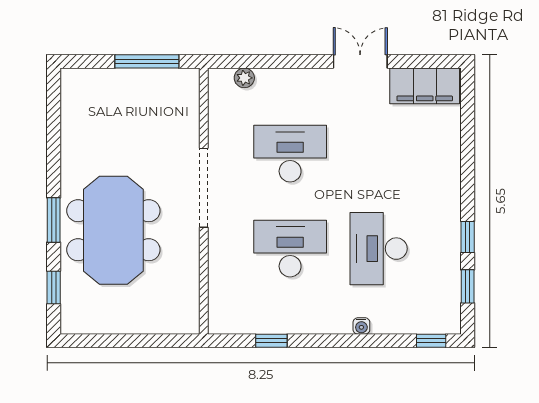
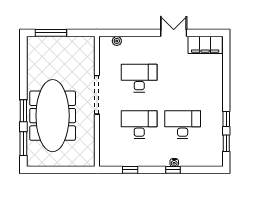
window: (147, 61) -> (51, 33), moved
meeting table: (113, 230) -> (53, 116), width x1.36
desk: (379, 249) -> (183, 125), turned 90
window: (54, 287) -> (23, 144), width x1.50
window: (431, 341) -> (173, 170), moved

